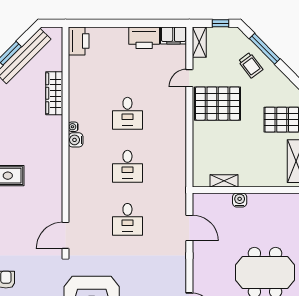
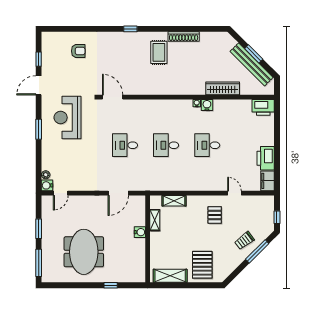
shelving: (199, 42) -> (174, 201), moved
pallet: (217, 104) -> (215, 215), width x0.49, depth x0.50
water cooler: (76, 140) -> (207, 105), moved

